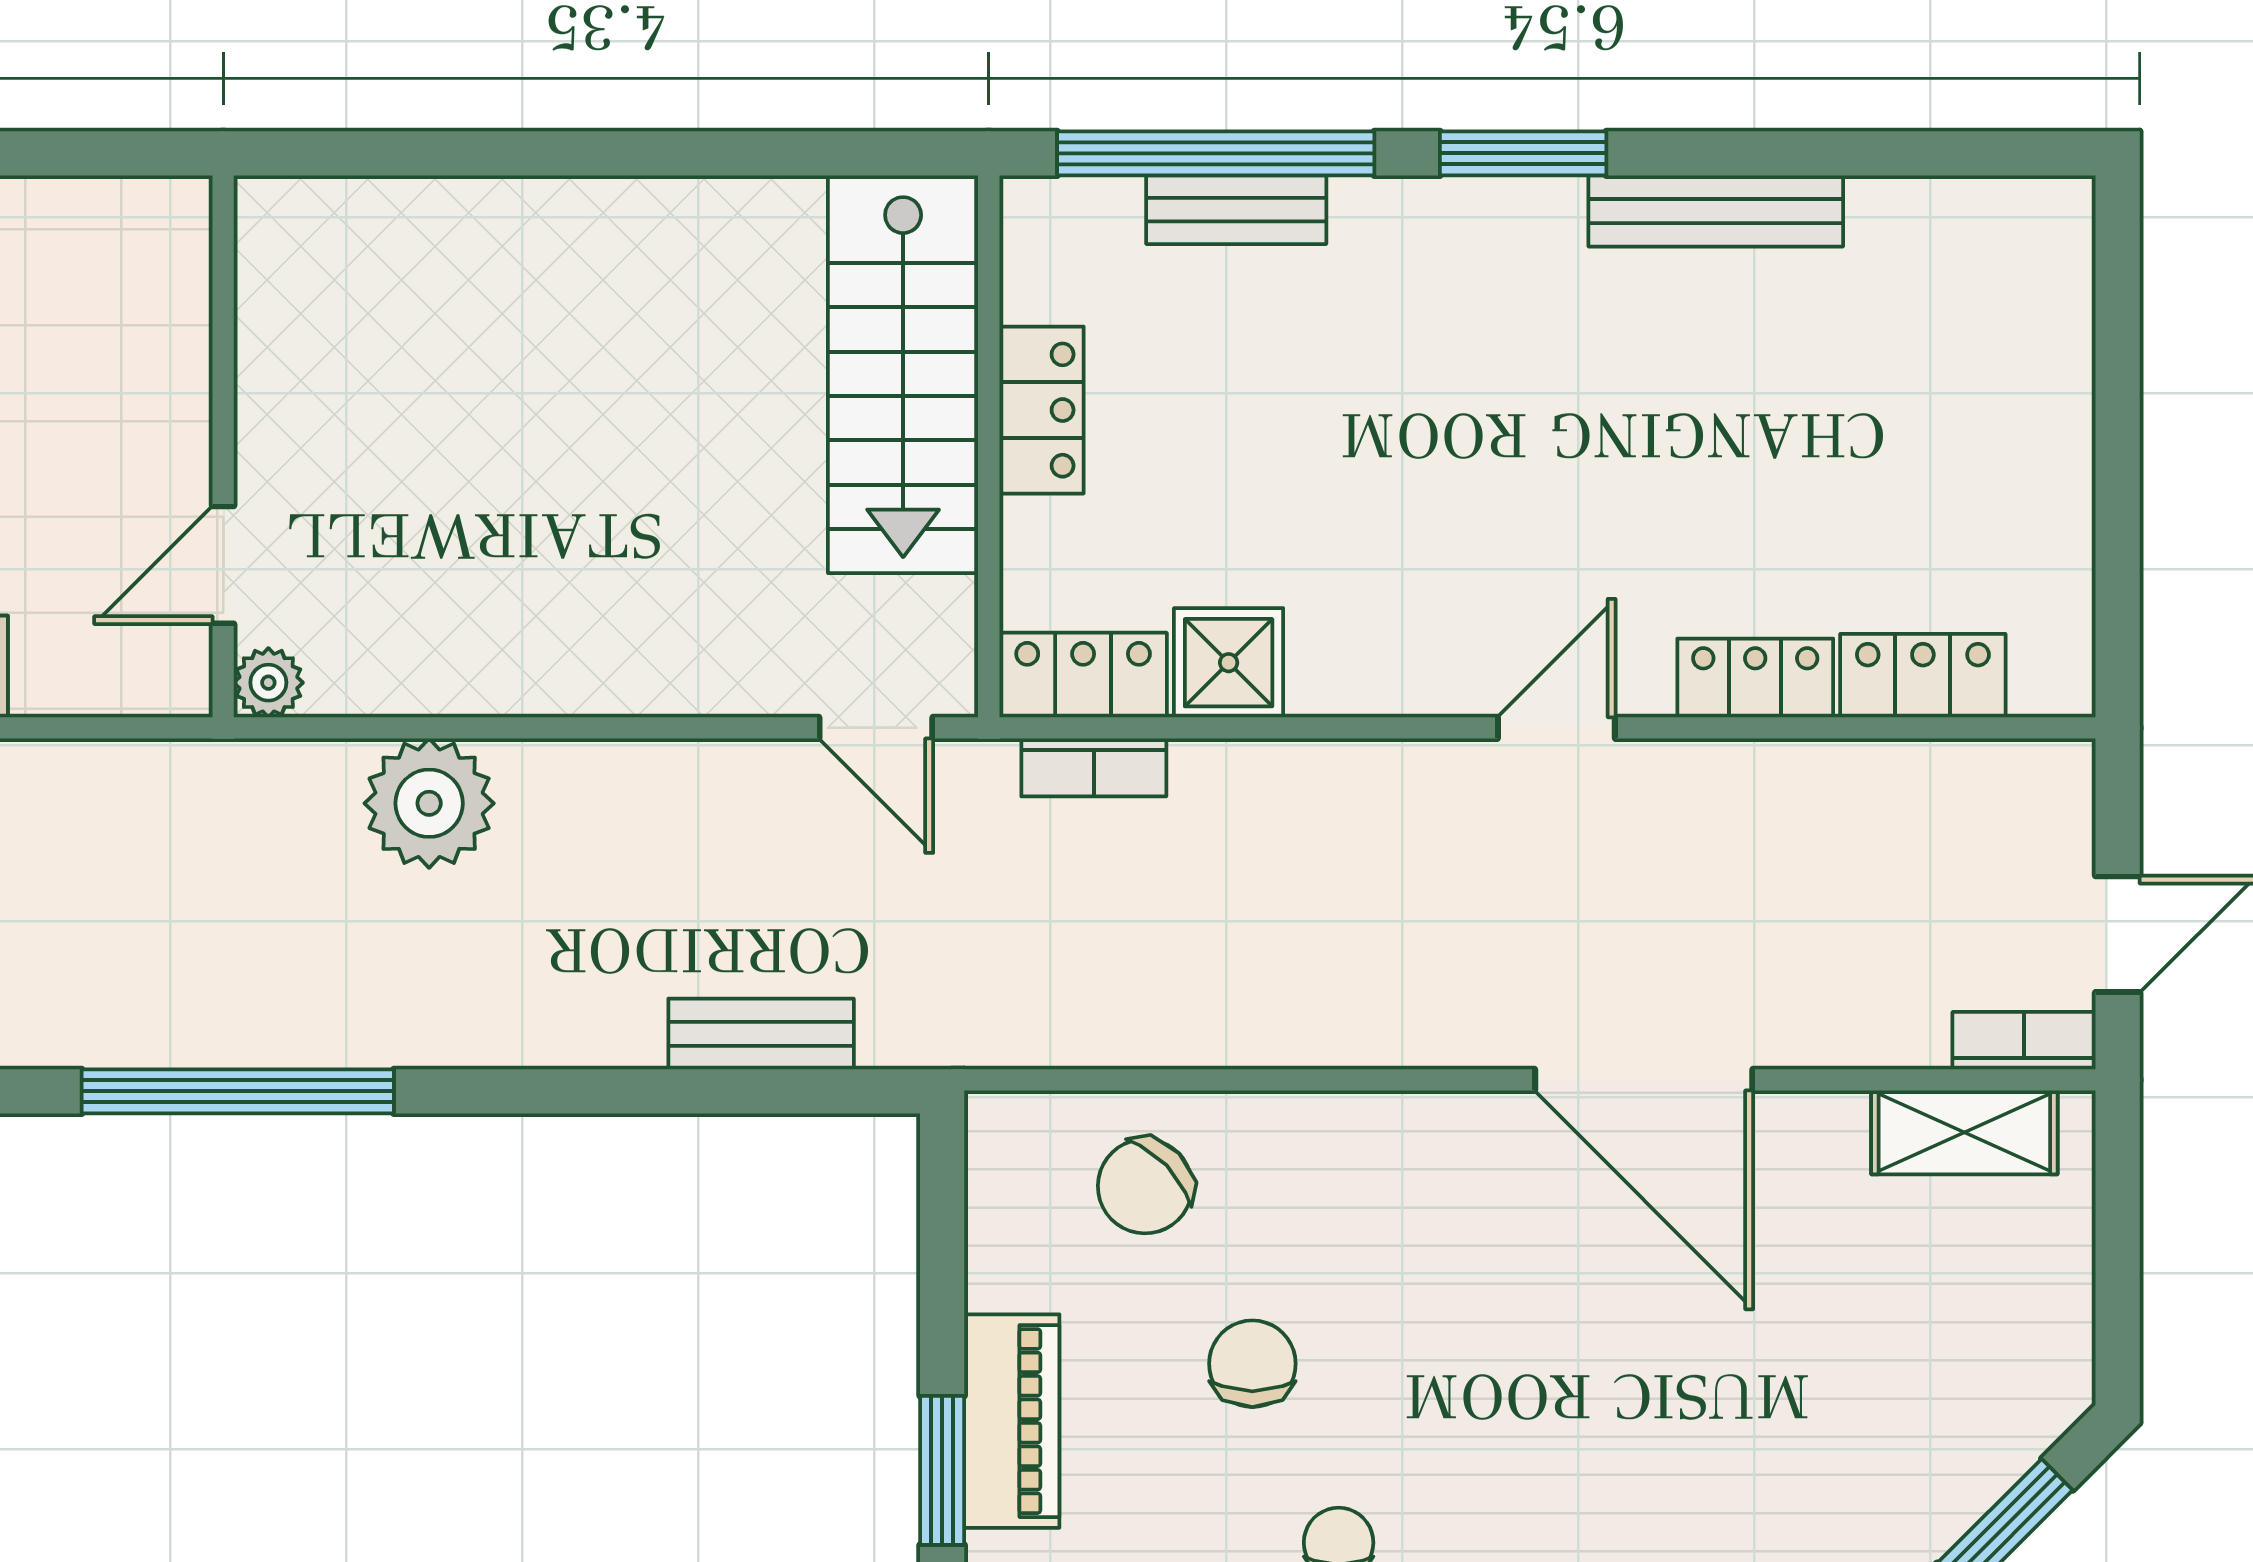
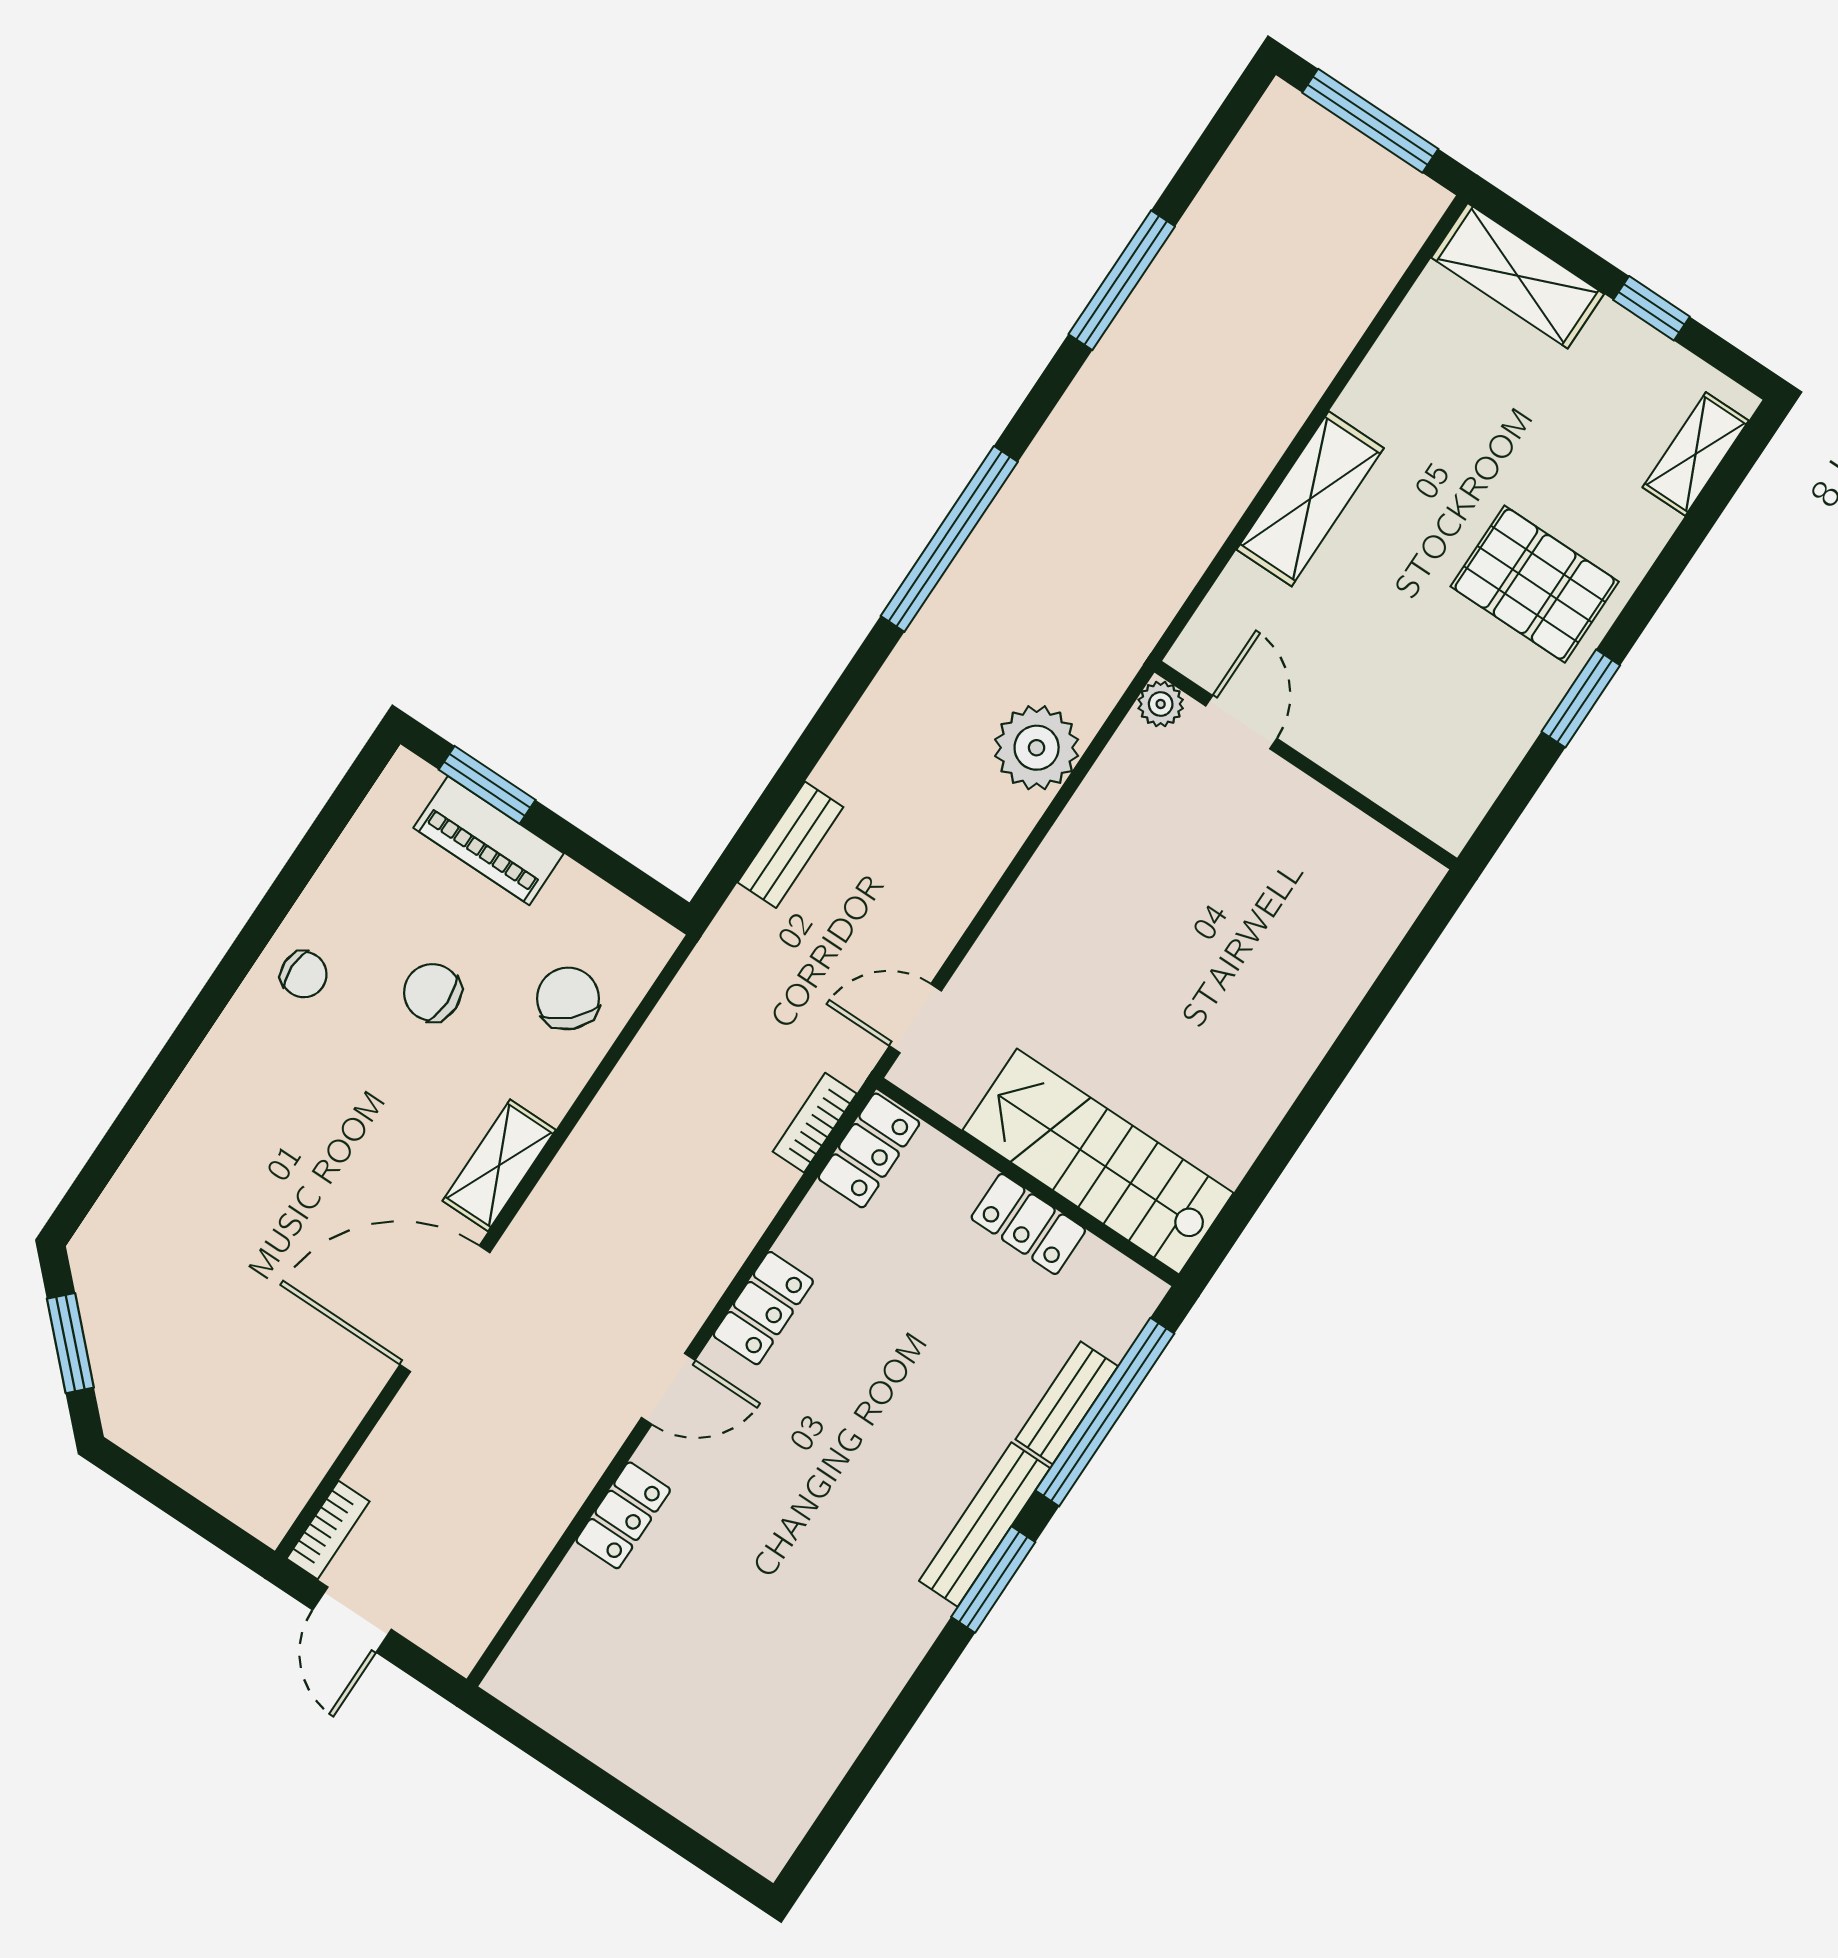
bench: (1716, 211) -> (985, 1525), moved
shower: (1229, 663) -> (823, 1234), removed
locker: (1923, 676) -> (763, 1308), moved
door: (1556, 728) -> (668, 1389), hinge flipped
shelving: (1964, 1132) -> (499, 1165), moved
chair: (1252, 1364) -> (432, 992), turned 180

